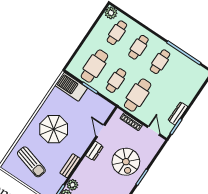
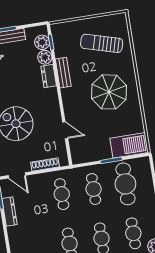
cafe table: (138, 95) -> (62, 194), width x0.73, depth x0.74
dresser: (94, 151) -> (49, 76), moved

